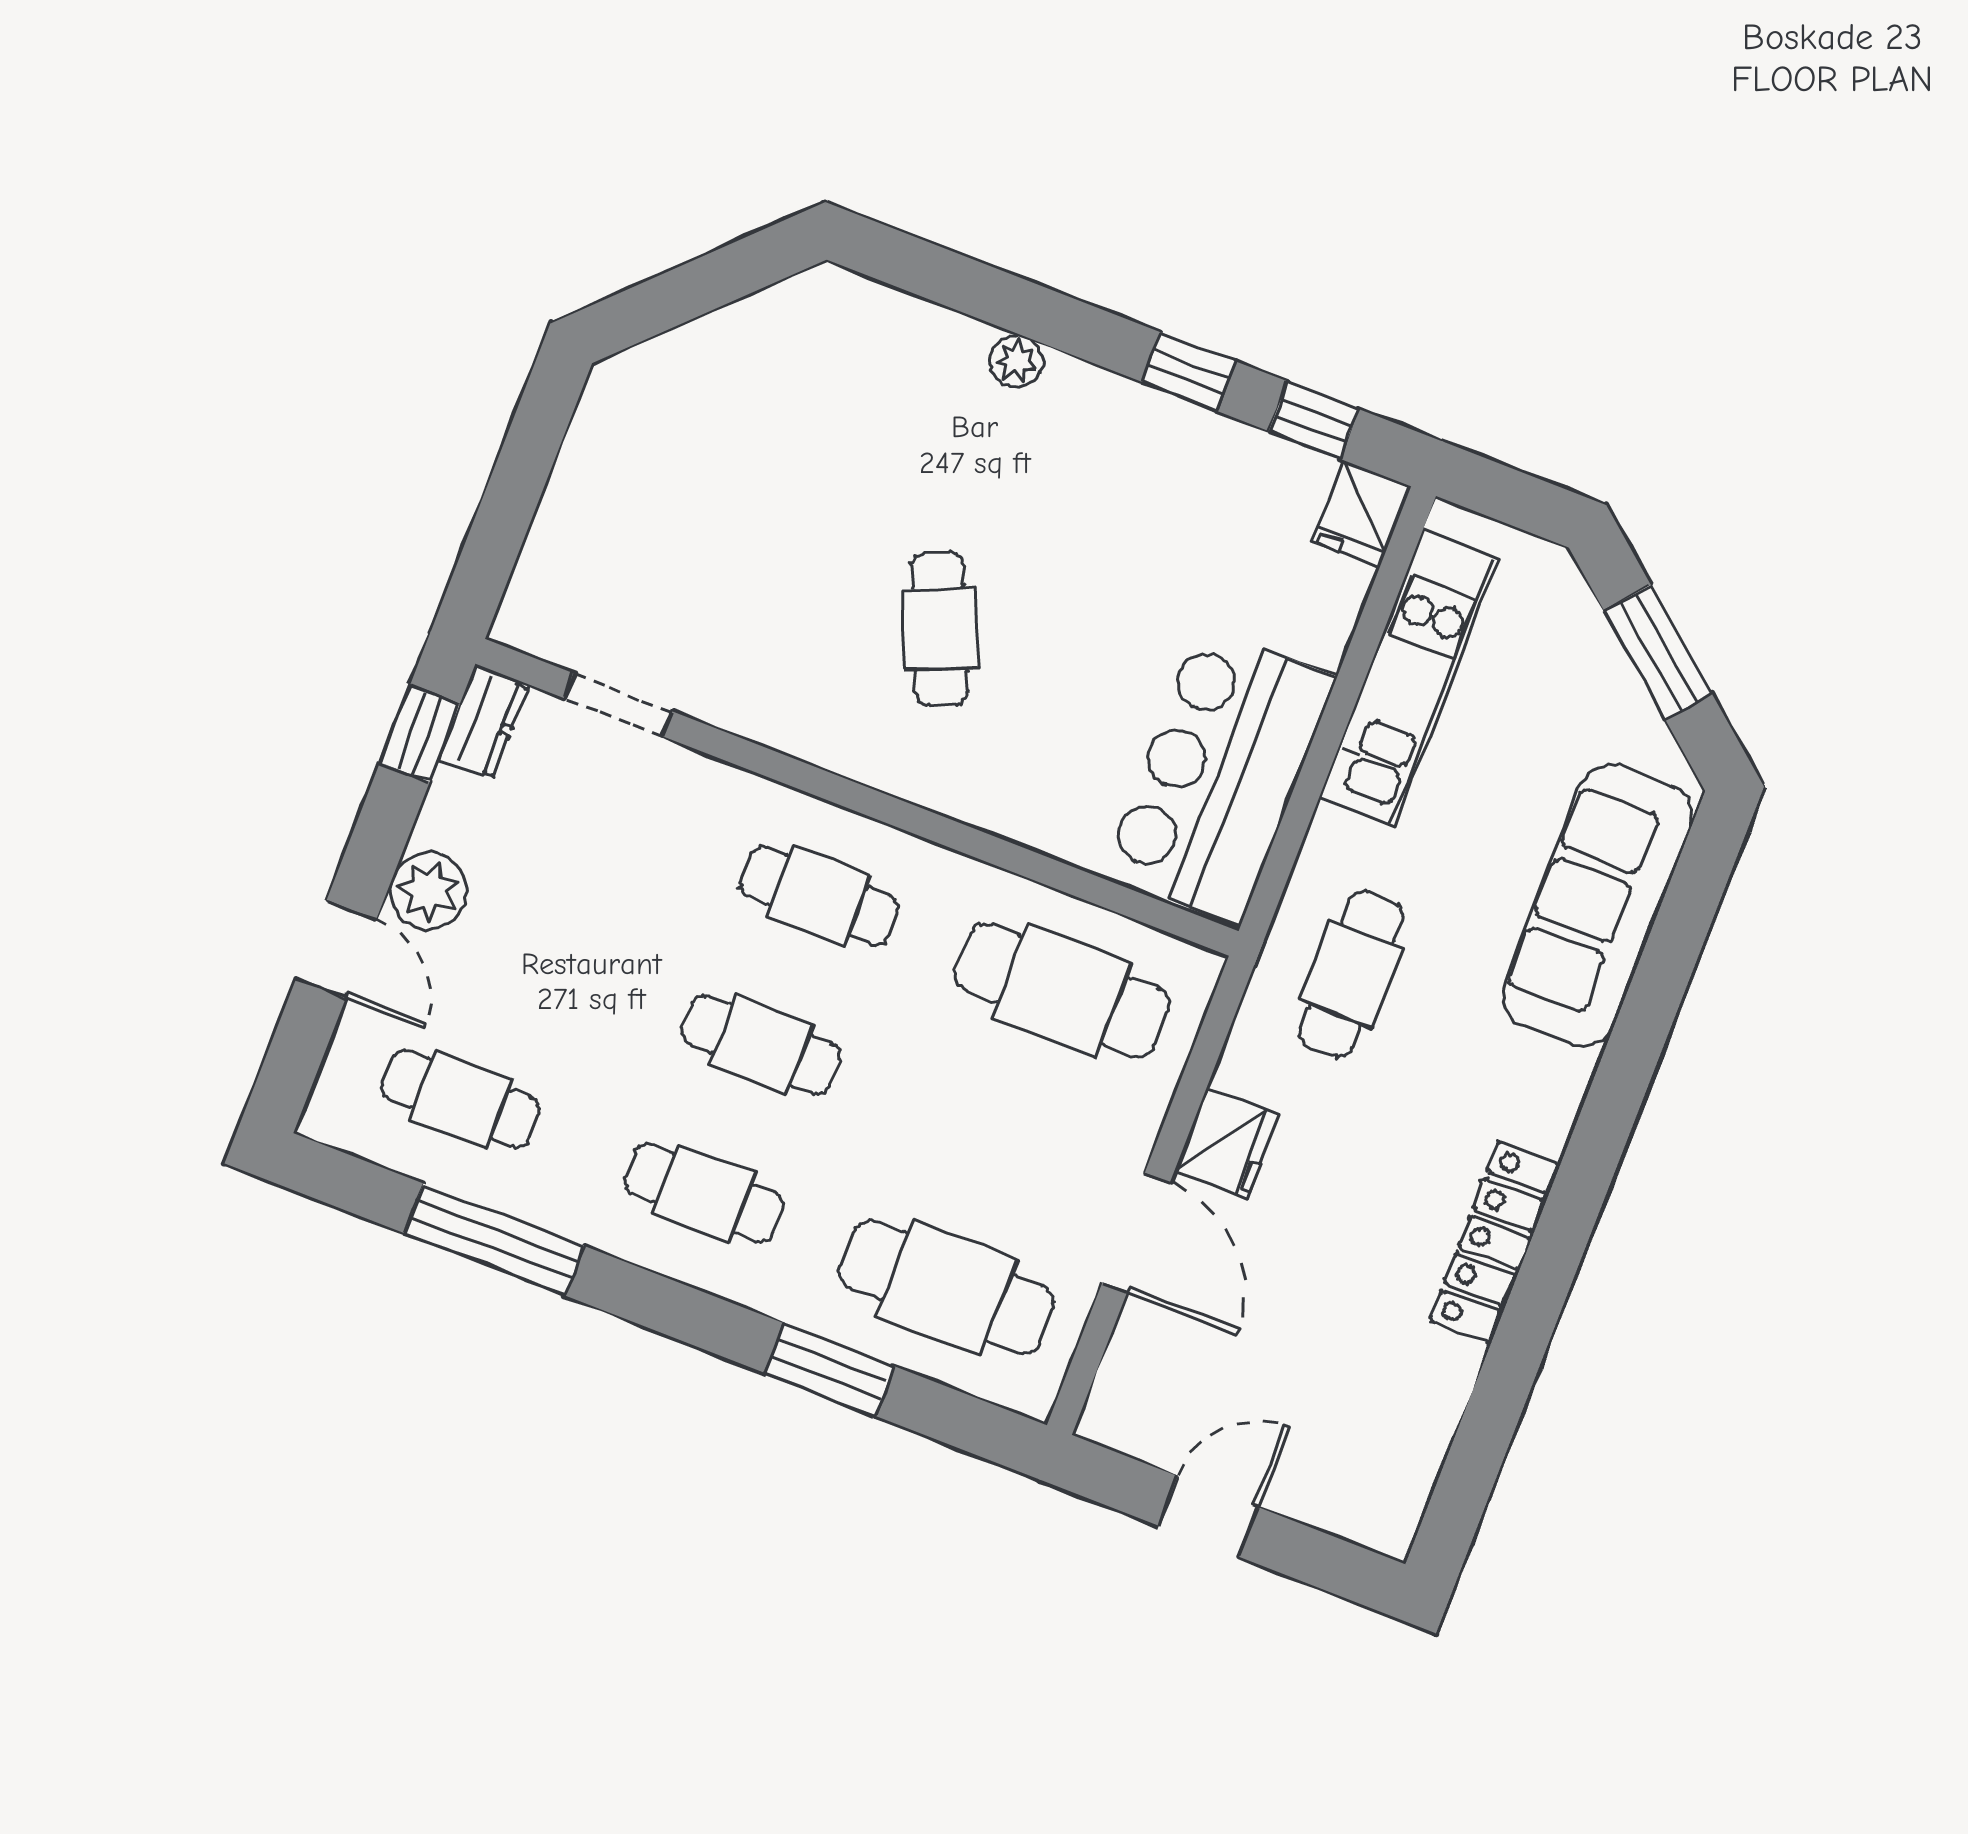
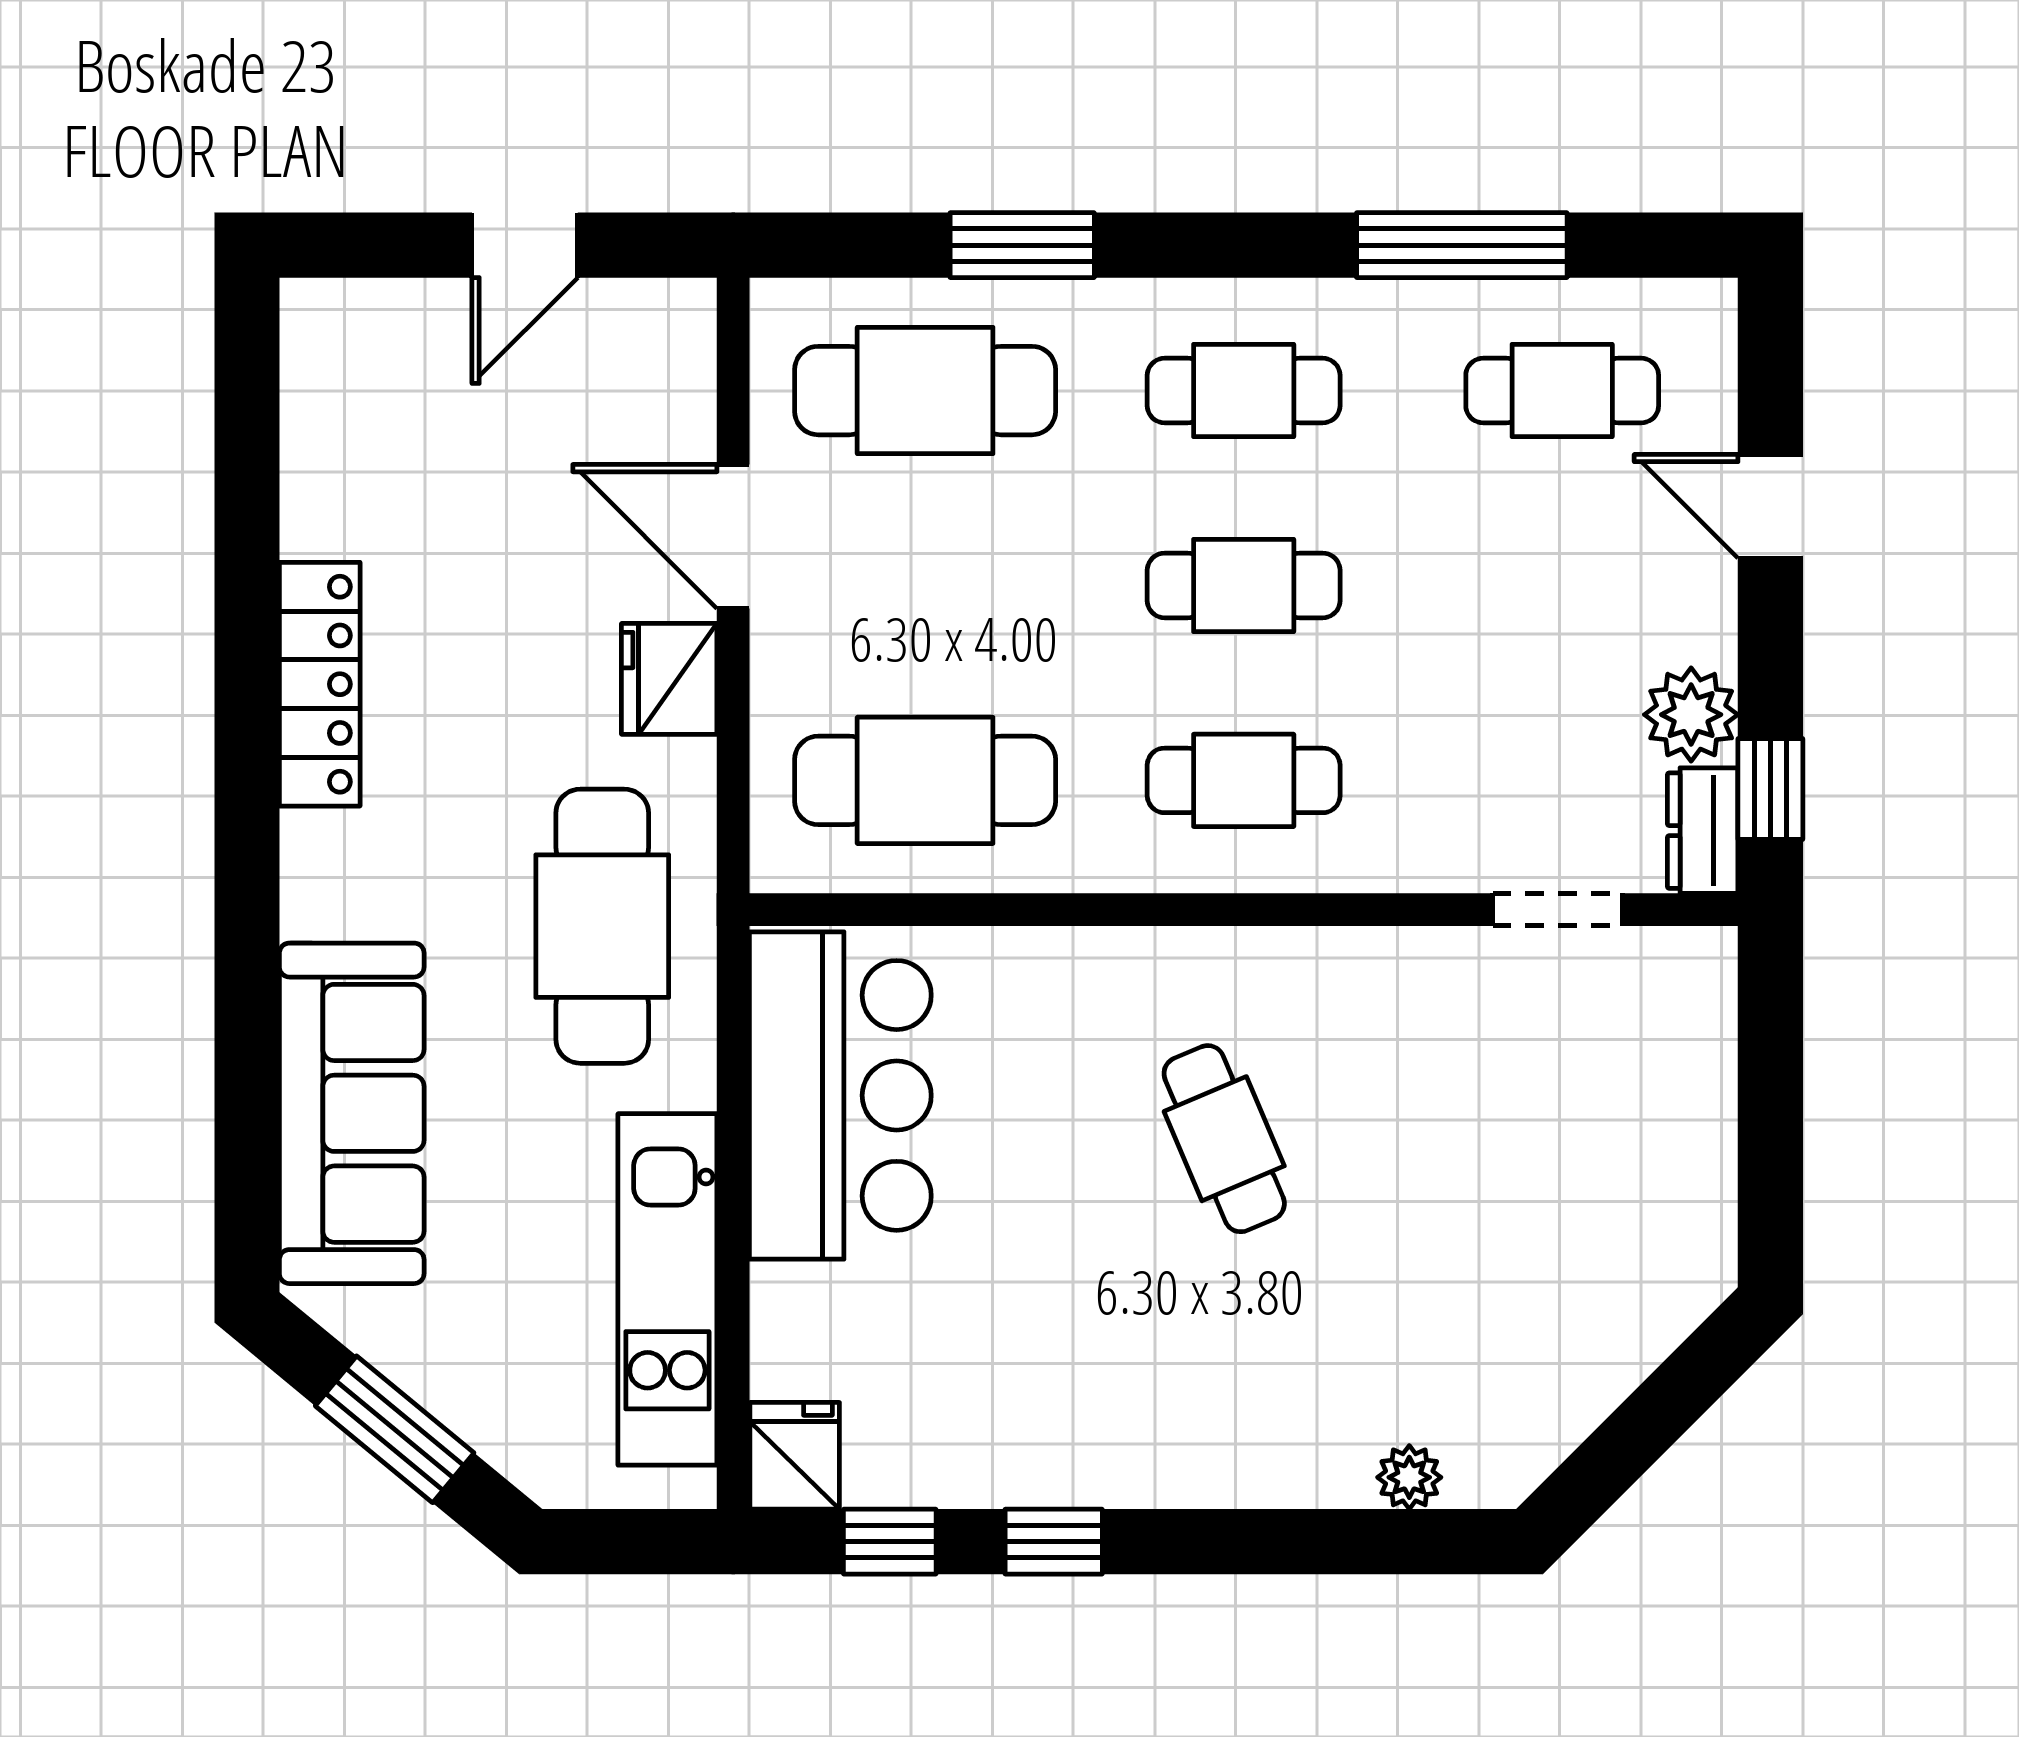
plant: (1016, 361) -> (1409, 1477), moved
plant: (428, 891) -> (1691, 715), moved
cafe table: (1351, 974) -> (602, 926), width x1.37, depth x1.35

